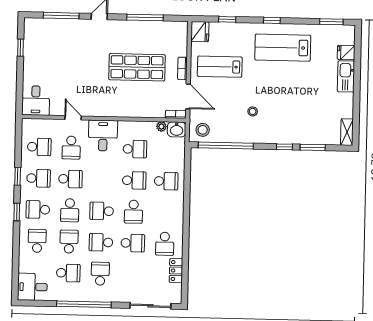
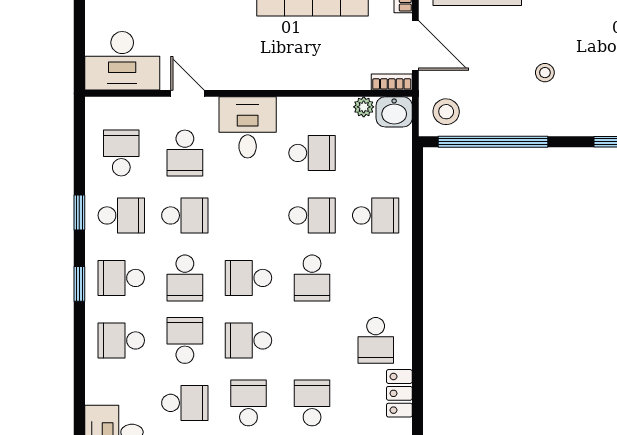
desk: (36, 101) -> (122, 61), width x1.37
school desk: (39, 147) -> (121, 153), turned -90
school desk: (37, 241) -> (121, 340), turned -90
school desk: (133, 243) -> (312, 403), moved, turned -90

